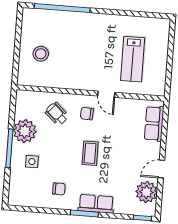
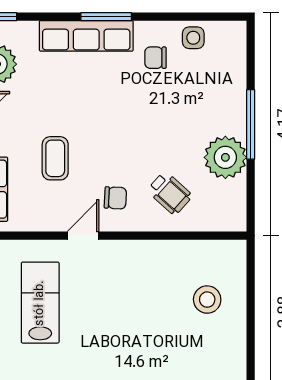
door: (106, 94) -> (83, 236), hinge flipped
coffee table: (90, 153) -> (55, 158), moved
side table: (32, 162) -> (193, 38), moved
row of seats: (96, 204) -> (86, 36), width x1.48

